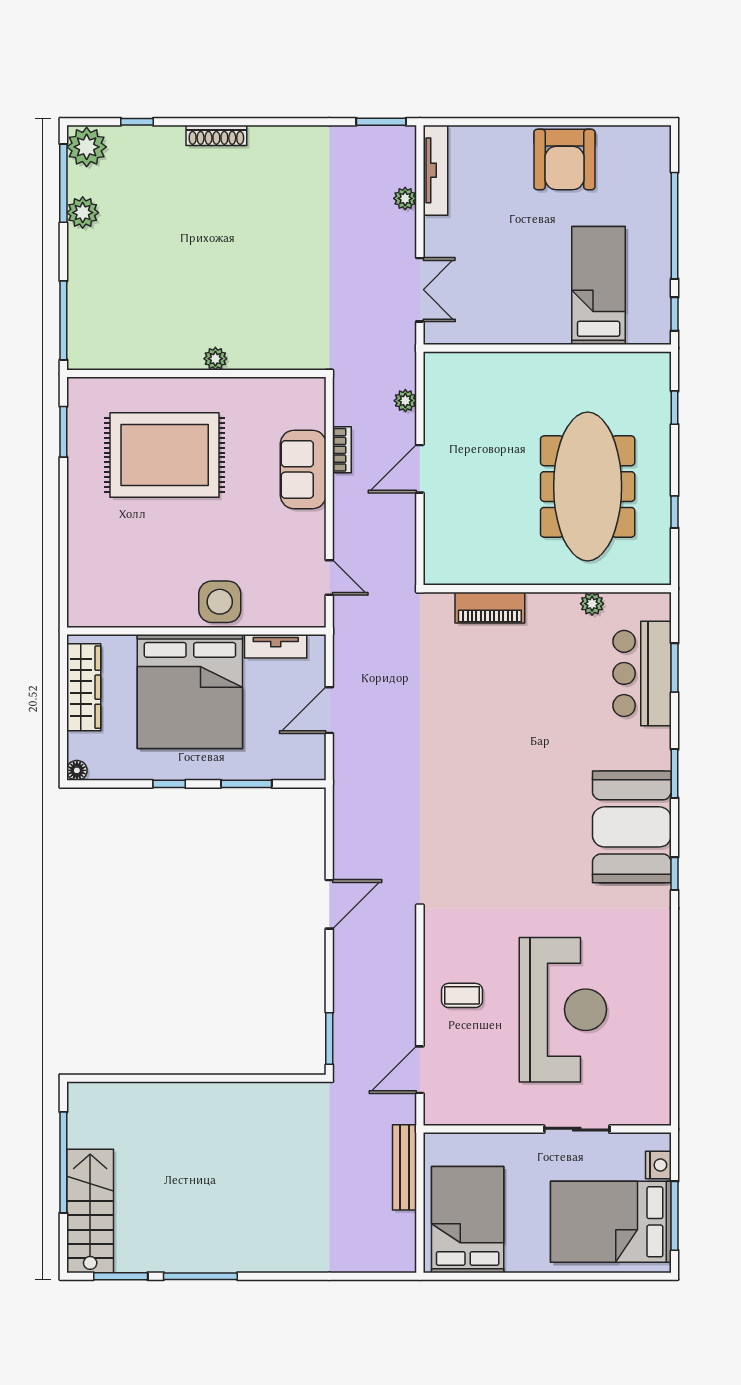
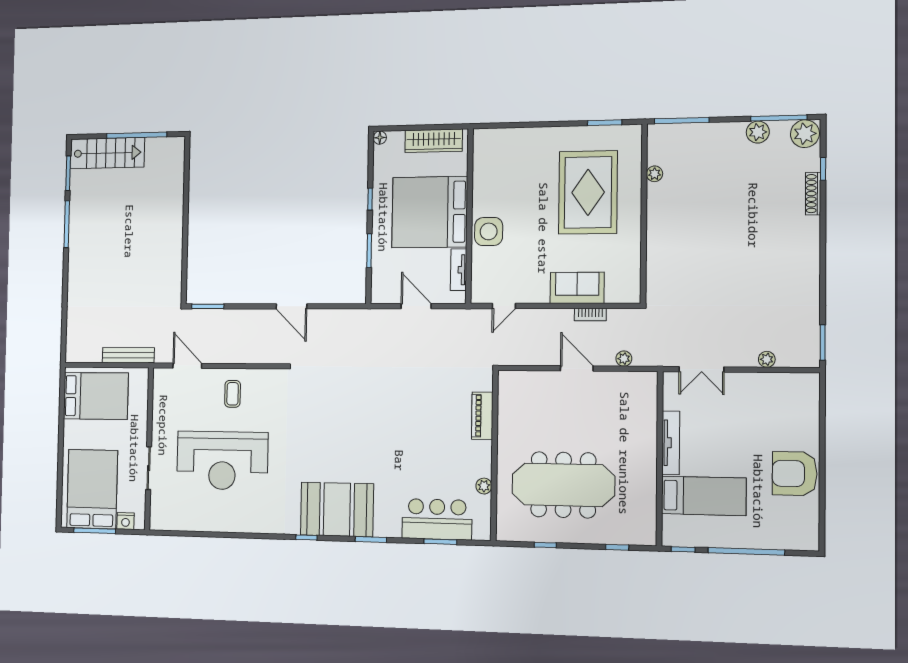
shoe rack: (216, 135) -> (813, 194), moved
tv unit: (436, 170) -> (671, 443), moved, turned -90
plant: (215, 359) -> (655, 174), moved

